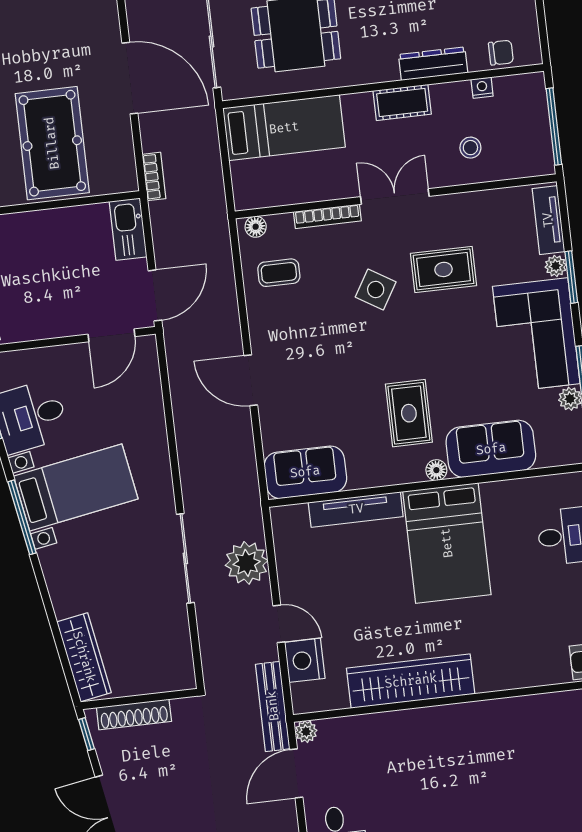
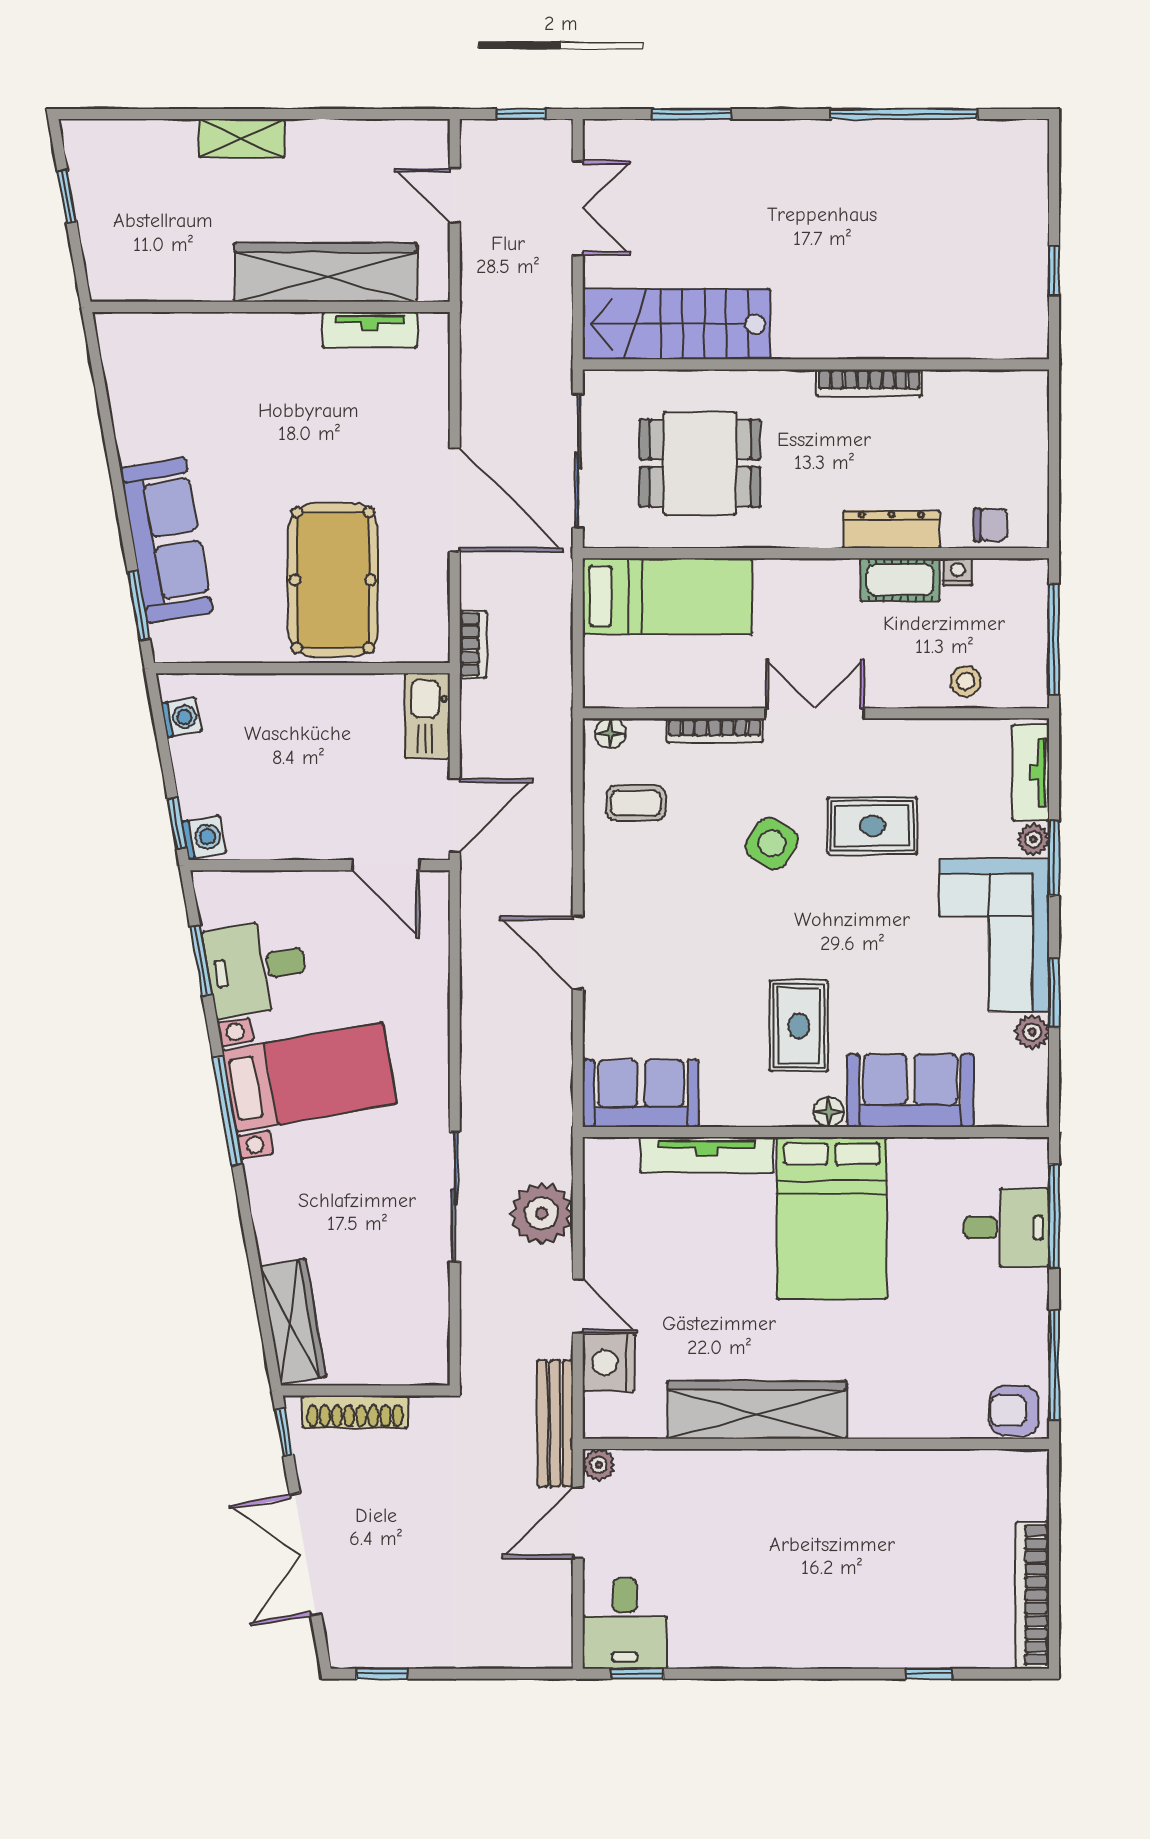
cot: (402, 102) -> (900, 580), moved
stool: (470, 148) -> (966, 681), moved
door: (112, 335) -> (386, 865), hinge flipped

